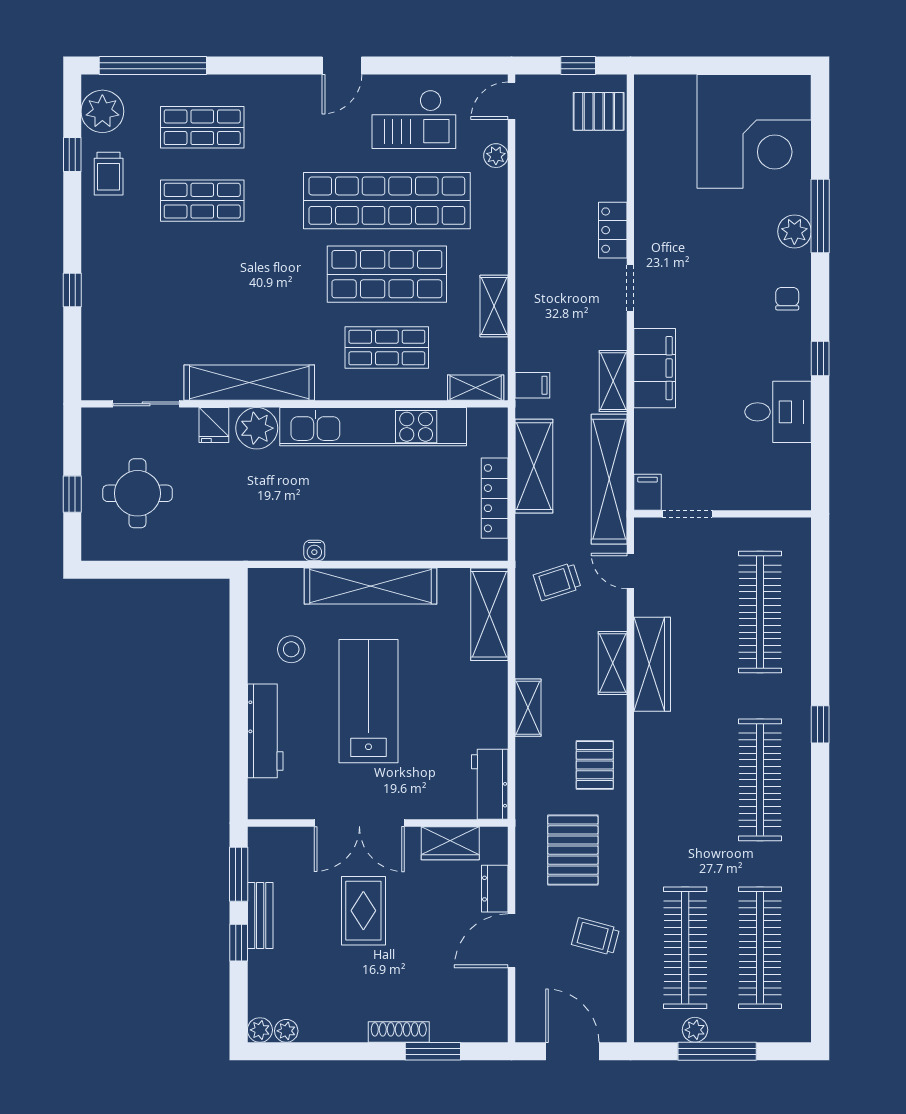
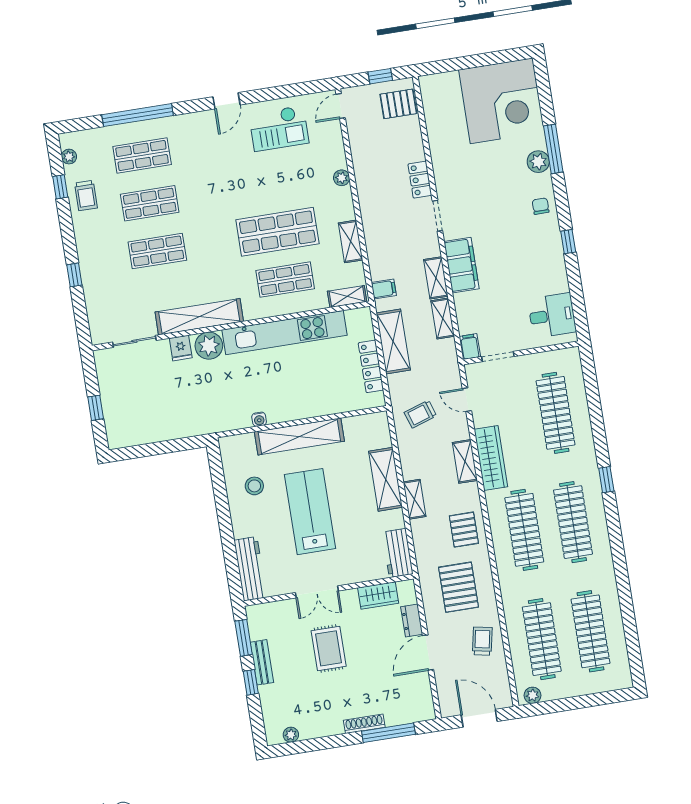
window: (153, 66) -> (138, 115), moved
plant: (102, 111) -> (69, 157), width x0.53, depth x0.53
plant: (496, 156) -> (342, 178), moved
shop shelf: (387, 201) -> (157, 251), moved, width x0.50, depth x0.74
desk: (778, 412) -> (552, 315), moved
shelving: (609, 479) -> (443, 319), width x0.45, depth x0.75
round table: (137, 493) -> (138, 400), removed
shelving: (489, 614) -> (386, 479), moved
workbench: (265, 731) -> (250, 569), moved
clothes rail: (685, 780) -> (524, 530), added
double door: (359, 823) -> (317, 592), width x0.73
trolley: (596, 937) -> (482, 641), turned 86
plant: (260, 1030) -> (274, 737), removed
plant: (695, 1030) -> (533, 695), moved
window: (433, 1051) -> (388, 733), width x1.44
window: (717, 1051) -> (573, 703), removed

